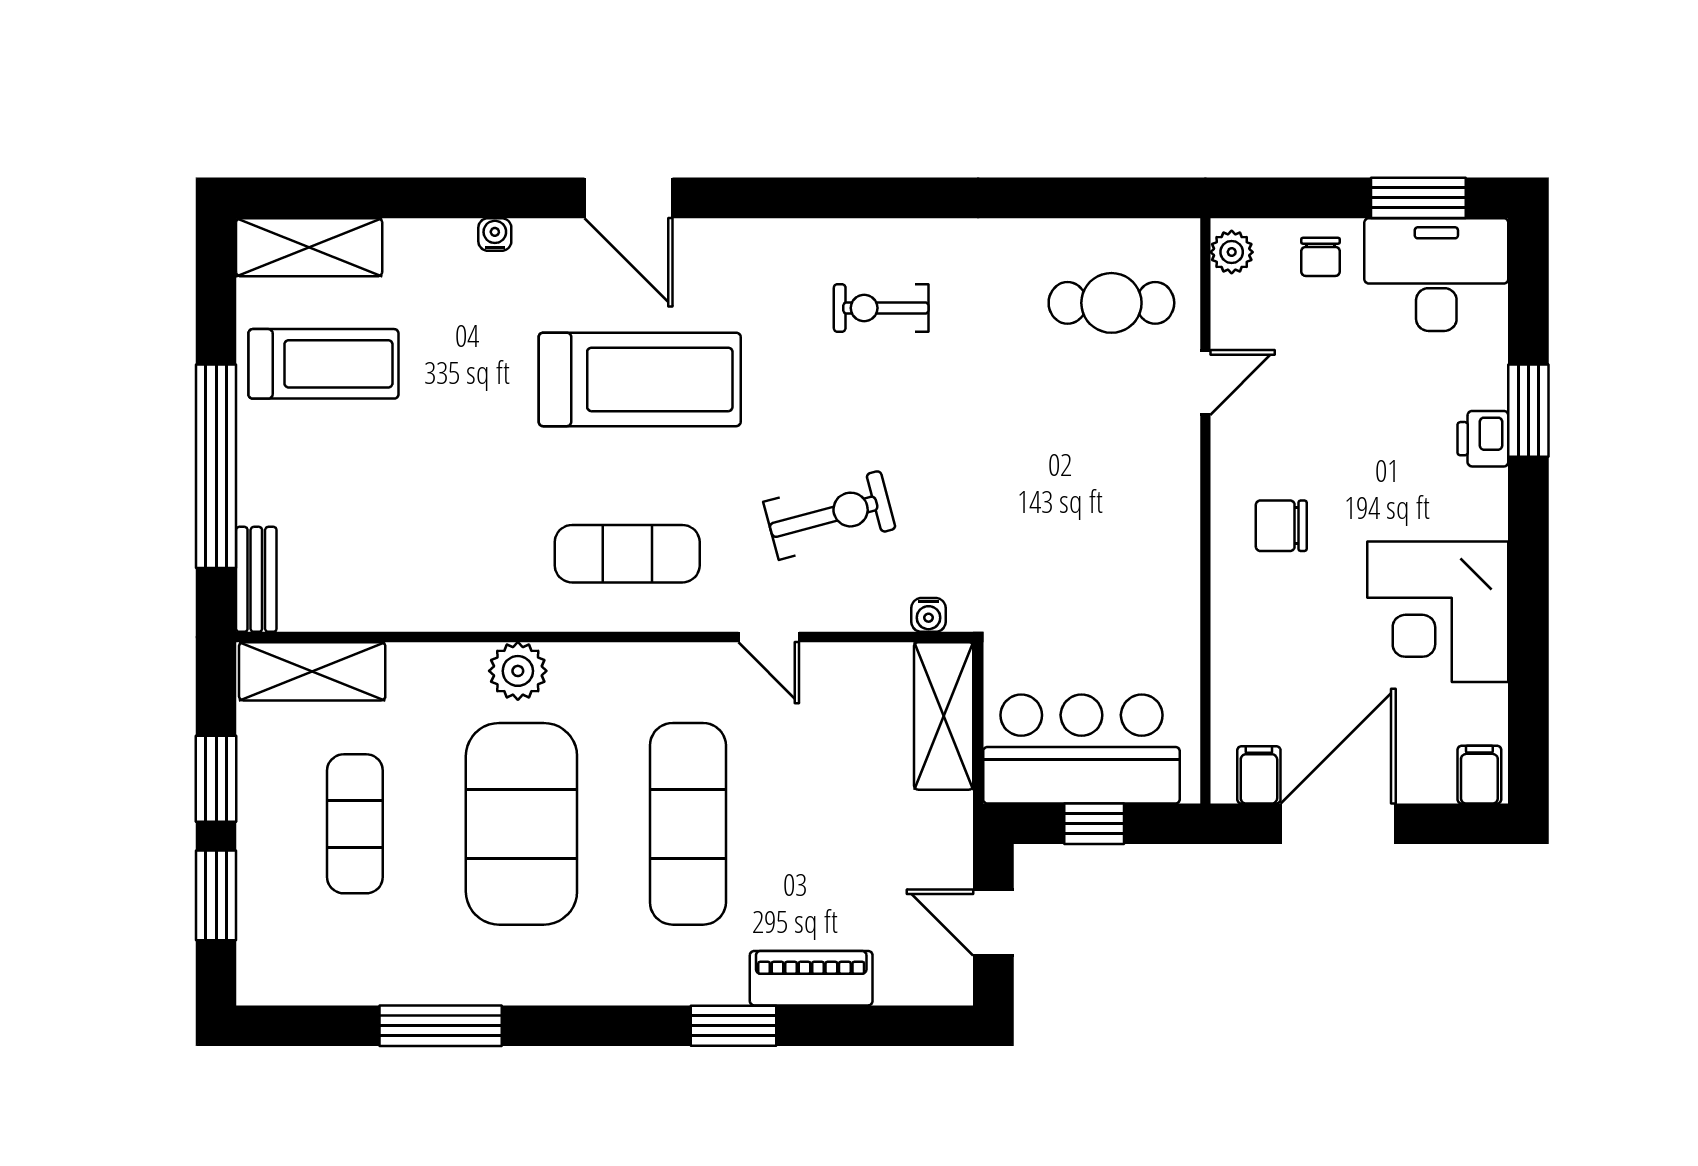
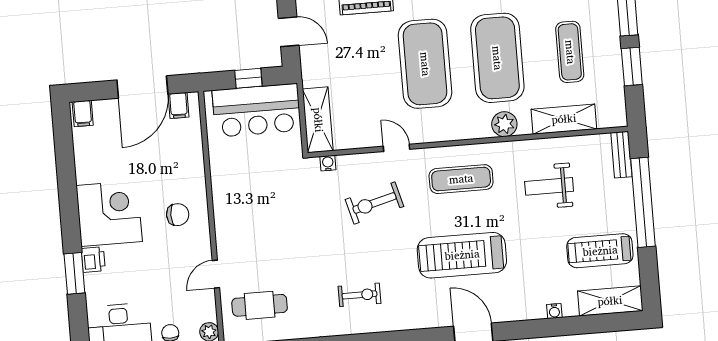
water cooler: (495, 235) -> (554, 311), moved
weight bench: (427, 520) -> (549, 186), added
corner desk: (1438, 612) -> (109, 214), moved
shelving: (312, 671) -> (564, 119), moved
exercise mat: (688, 824) -> (425, 64), width x1.47

